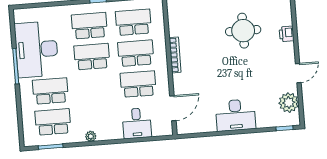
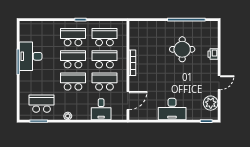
desk: (37, 49) -> (31, 56), width x0.73, depth x0.77
school desk: (50, 91) -> (73, 81), moved

